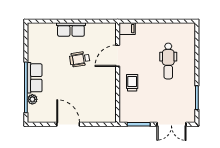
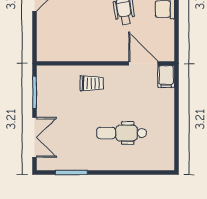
door: (118, 56) -> (143, 63), moved
double door: (171, 124) -> (35, 137), swing flipped

